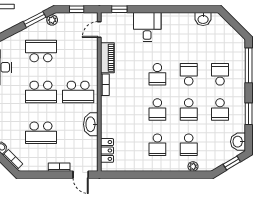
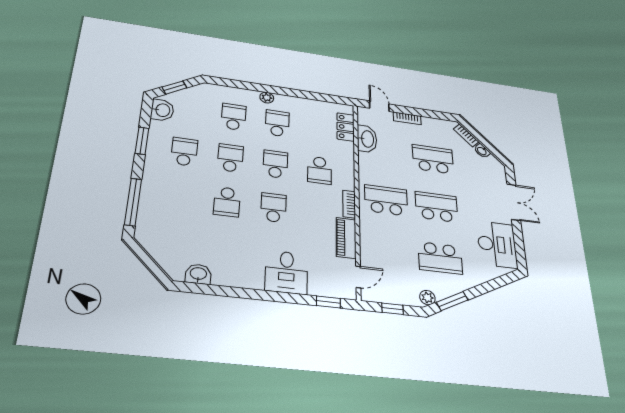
school desk: (220, 74) -> (320, 170), moved
washbasin: (91, 124) -> (367, 139), moved
plant: (193, 166) -> (267, 98), moved

